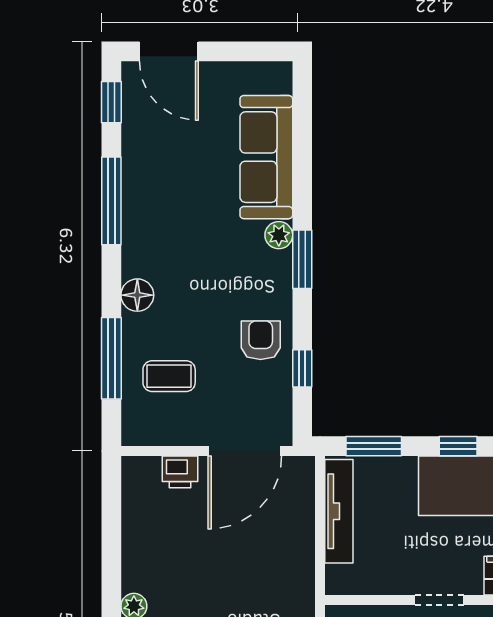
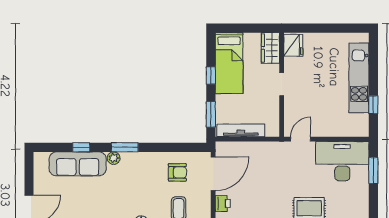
armchair: (261, 340) -> (177, 172), moved, turned 180
window: (302, 368) -> (81, 147), moved
door: (245, 451) -> (213, 174), hinge flipped

